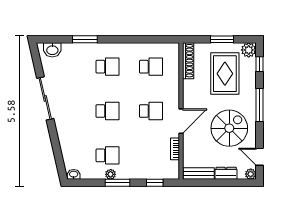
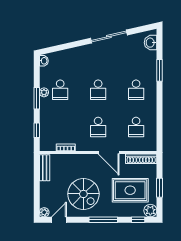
door: (181, 121) -> (109, 153), moved
dresser: (226, 173) -> (45, 191), removed

